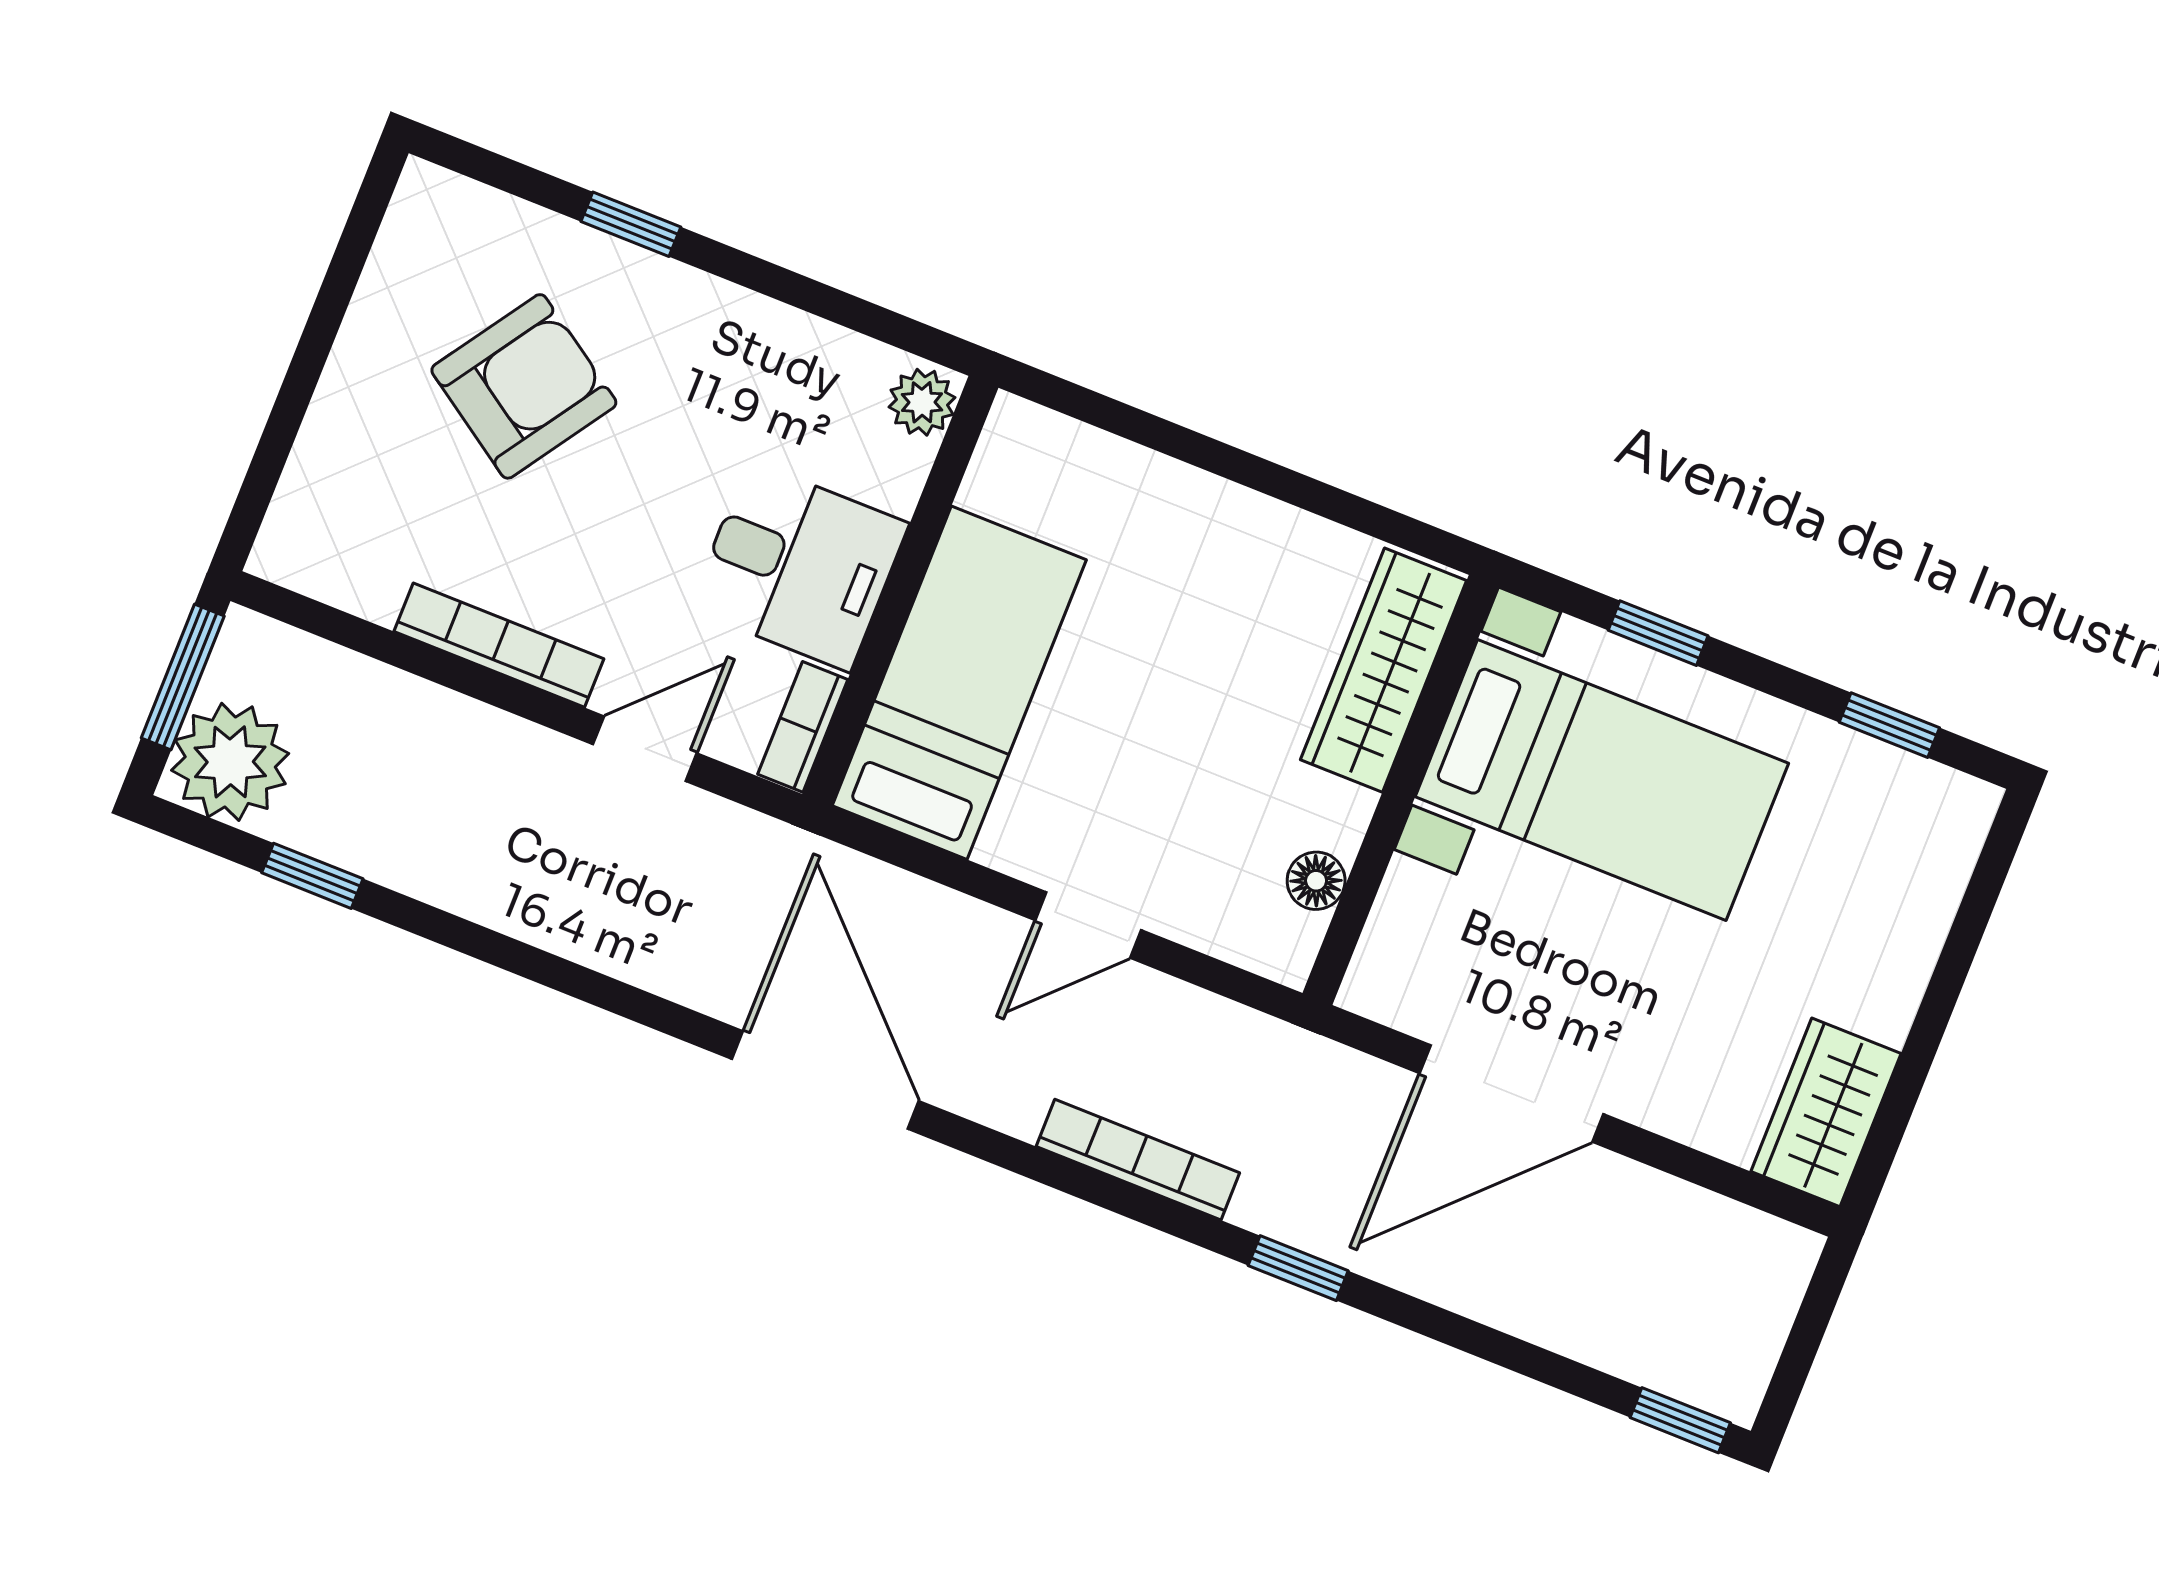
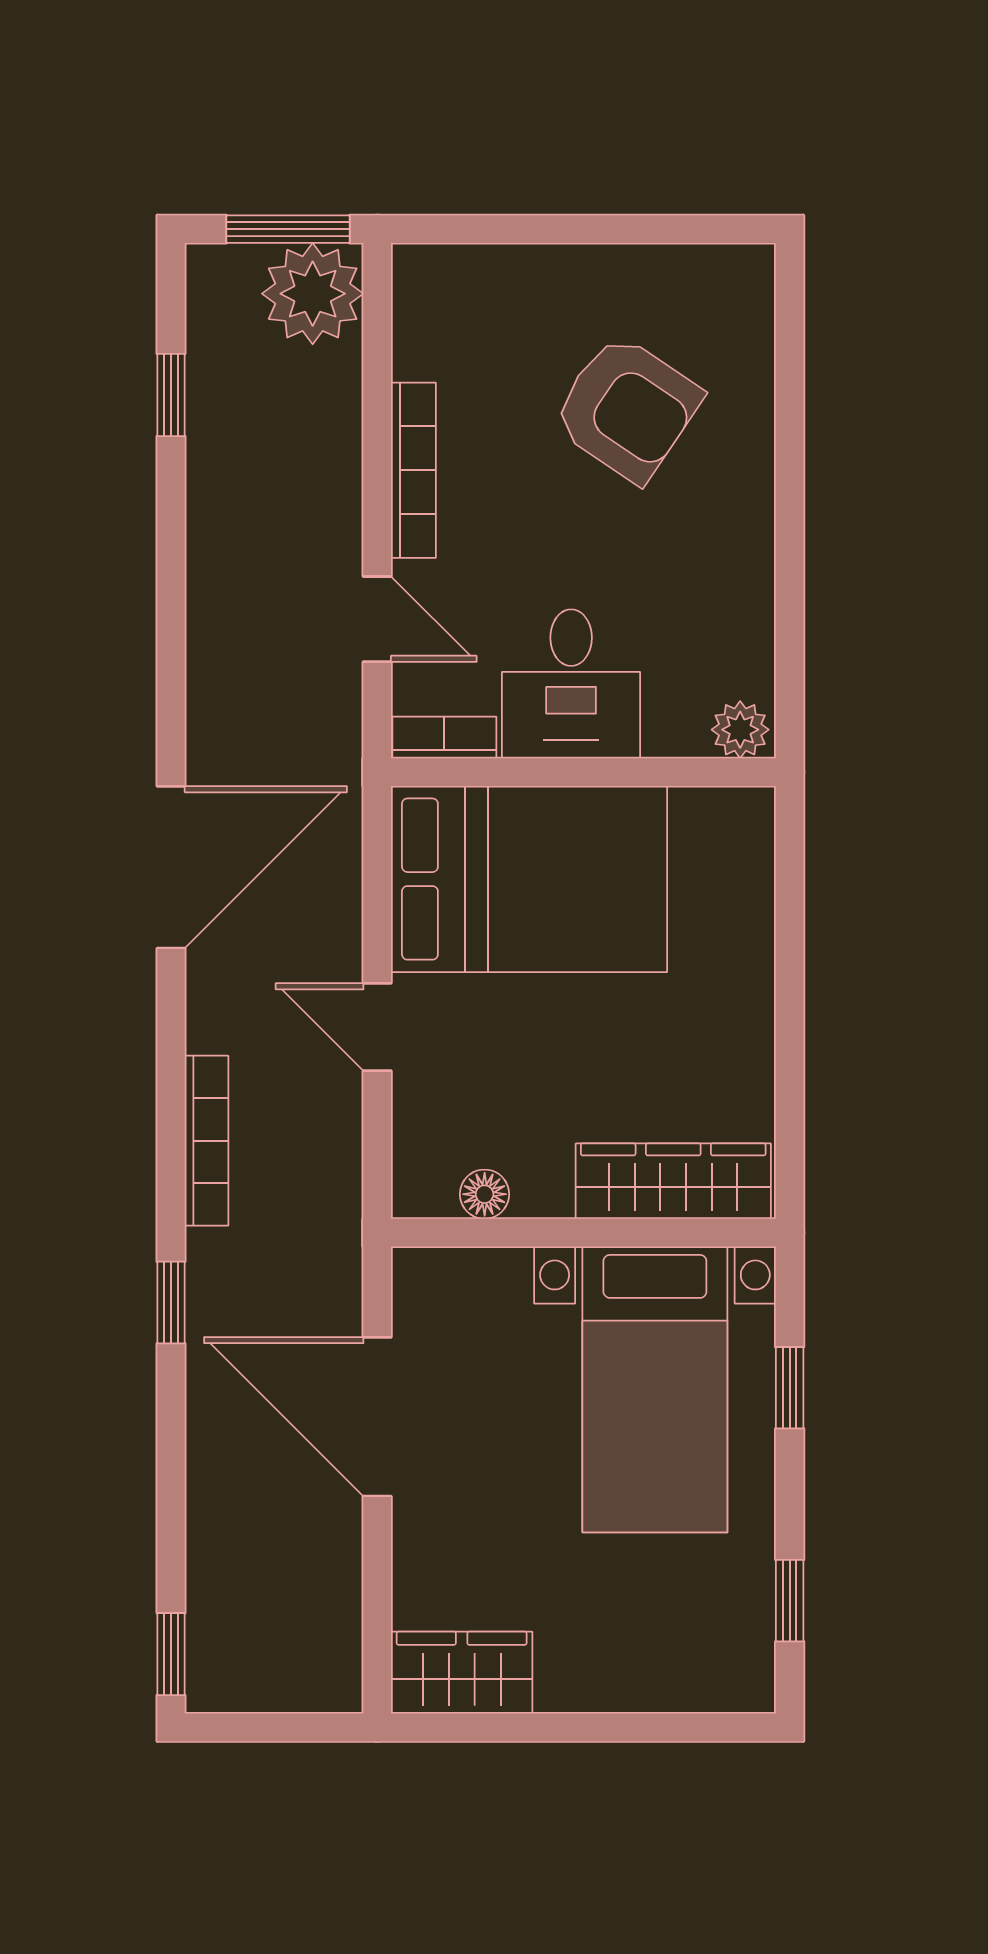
window: (631, 224) -> (790, 442), removed
bed: (959, 683) -> (529, 879), width x1.50
plant: (230, 762) -> (313, 294), moved

